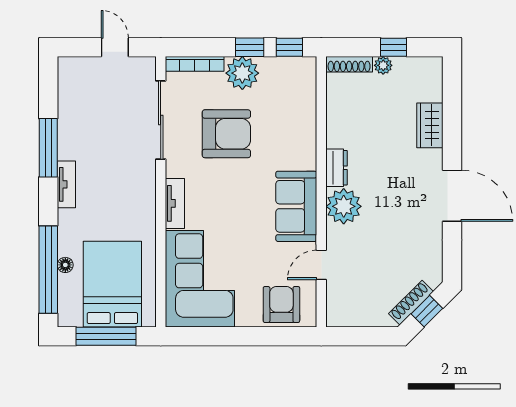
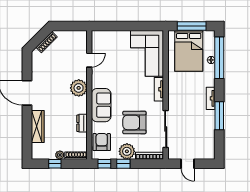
wardrobe: (430, 125) -> (38, 126), width x1.50
dresser: (336, 168) -> (82, 123), moved
sofa: (296, 206) -> (101, 105), moved
armchair: (281, 304) -> (102, 142), moved, turned 180
window: (427, 311) -> (39, 38), removed

